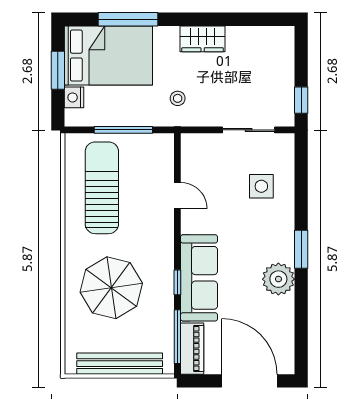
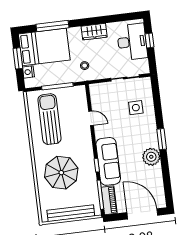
desk: (269, 66) -> (132, 42), added
window: (301, 100) -> (149, 40), moved

